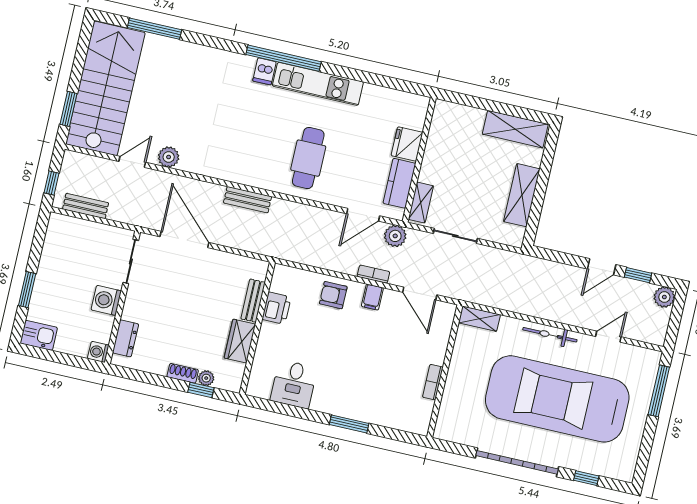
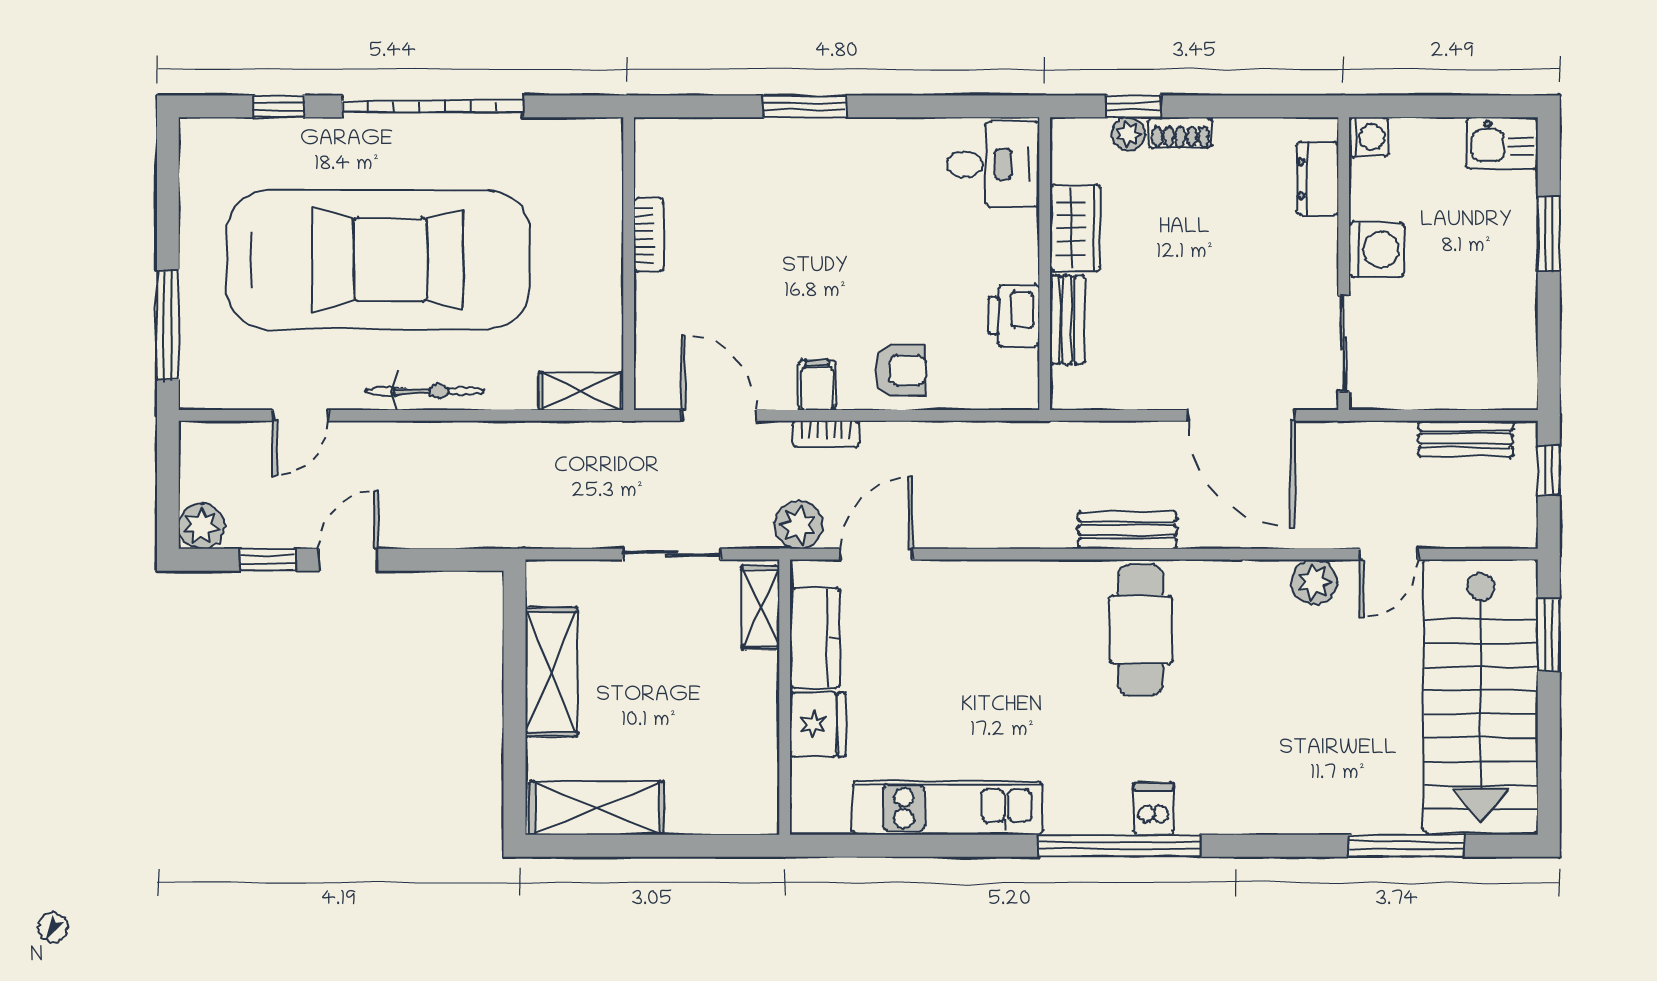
kitchen unit: (318, 84) -> (947, 808), moved
cafe table: (308, 158) -> (1141, 630), moved
desk: (294, 384) -> (993, 164), moved, turned 90

